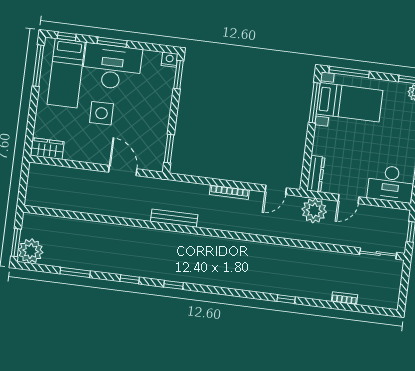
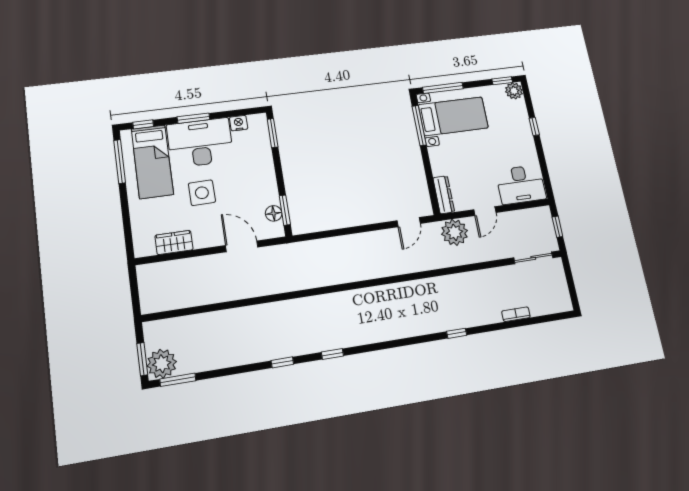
nightstand: (169, 60) -> (239, 123), moved
wardrobe: (47, 149) -> (174, 243), moved
floor lamp: (158, 149) -> (274, 213), added
bookcase: (229, 192) -> (362, 238), removed
bench: (174, 218) -> (312, 281), removed
window: (75, 272) -> (178, 380), moved

